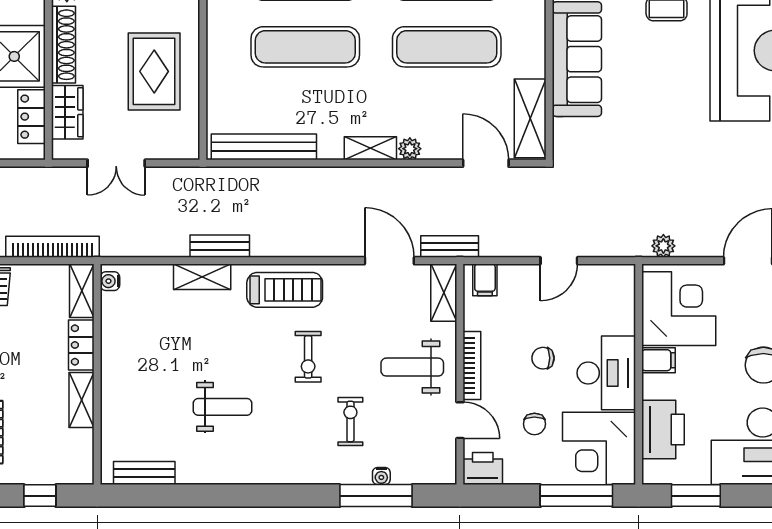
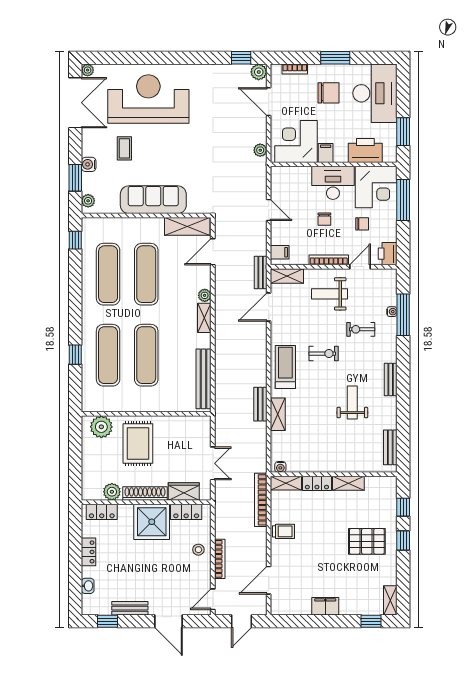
rug: (154, 71) -> (138, 444), moved, turned 90
weight bench: (412, 367) -> (330, 294), turned 90
bench: (263, 474) -> (391, 379), added

